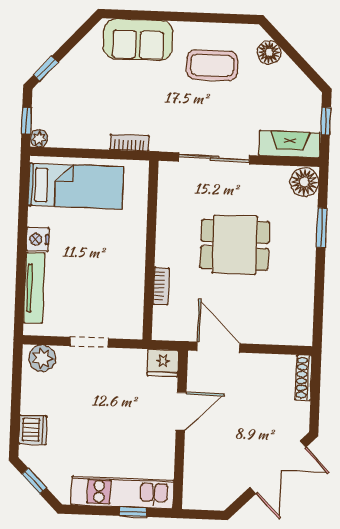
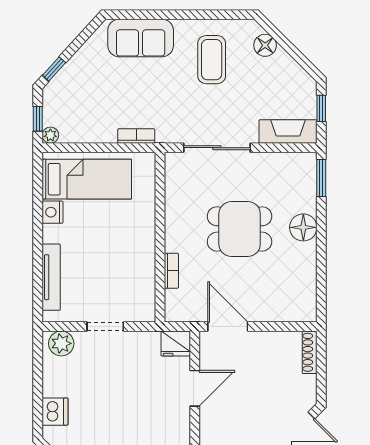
coffee table: (212, 65) -> (212, 60), turned 90
floor lamp: (304, 182) -> (303, 227), moved
window: (322, 228) -> (321, 178), moved
nightstand: (38, 239) -> (53, 212), moved

